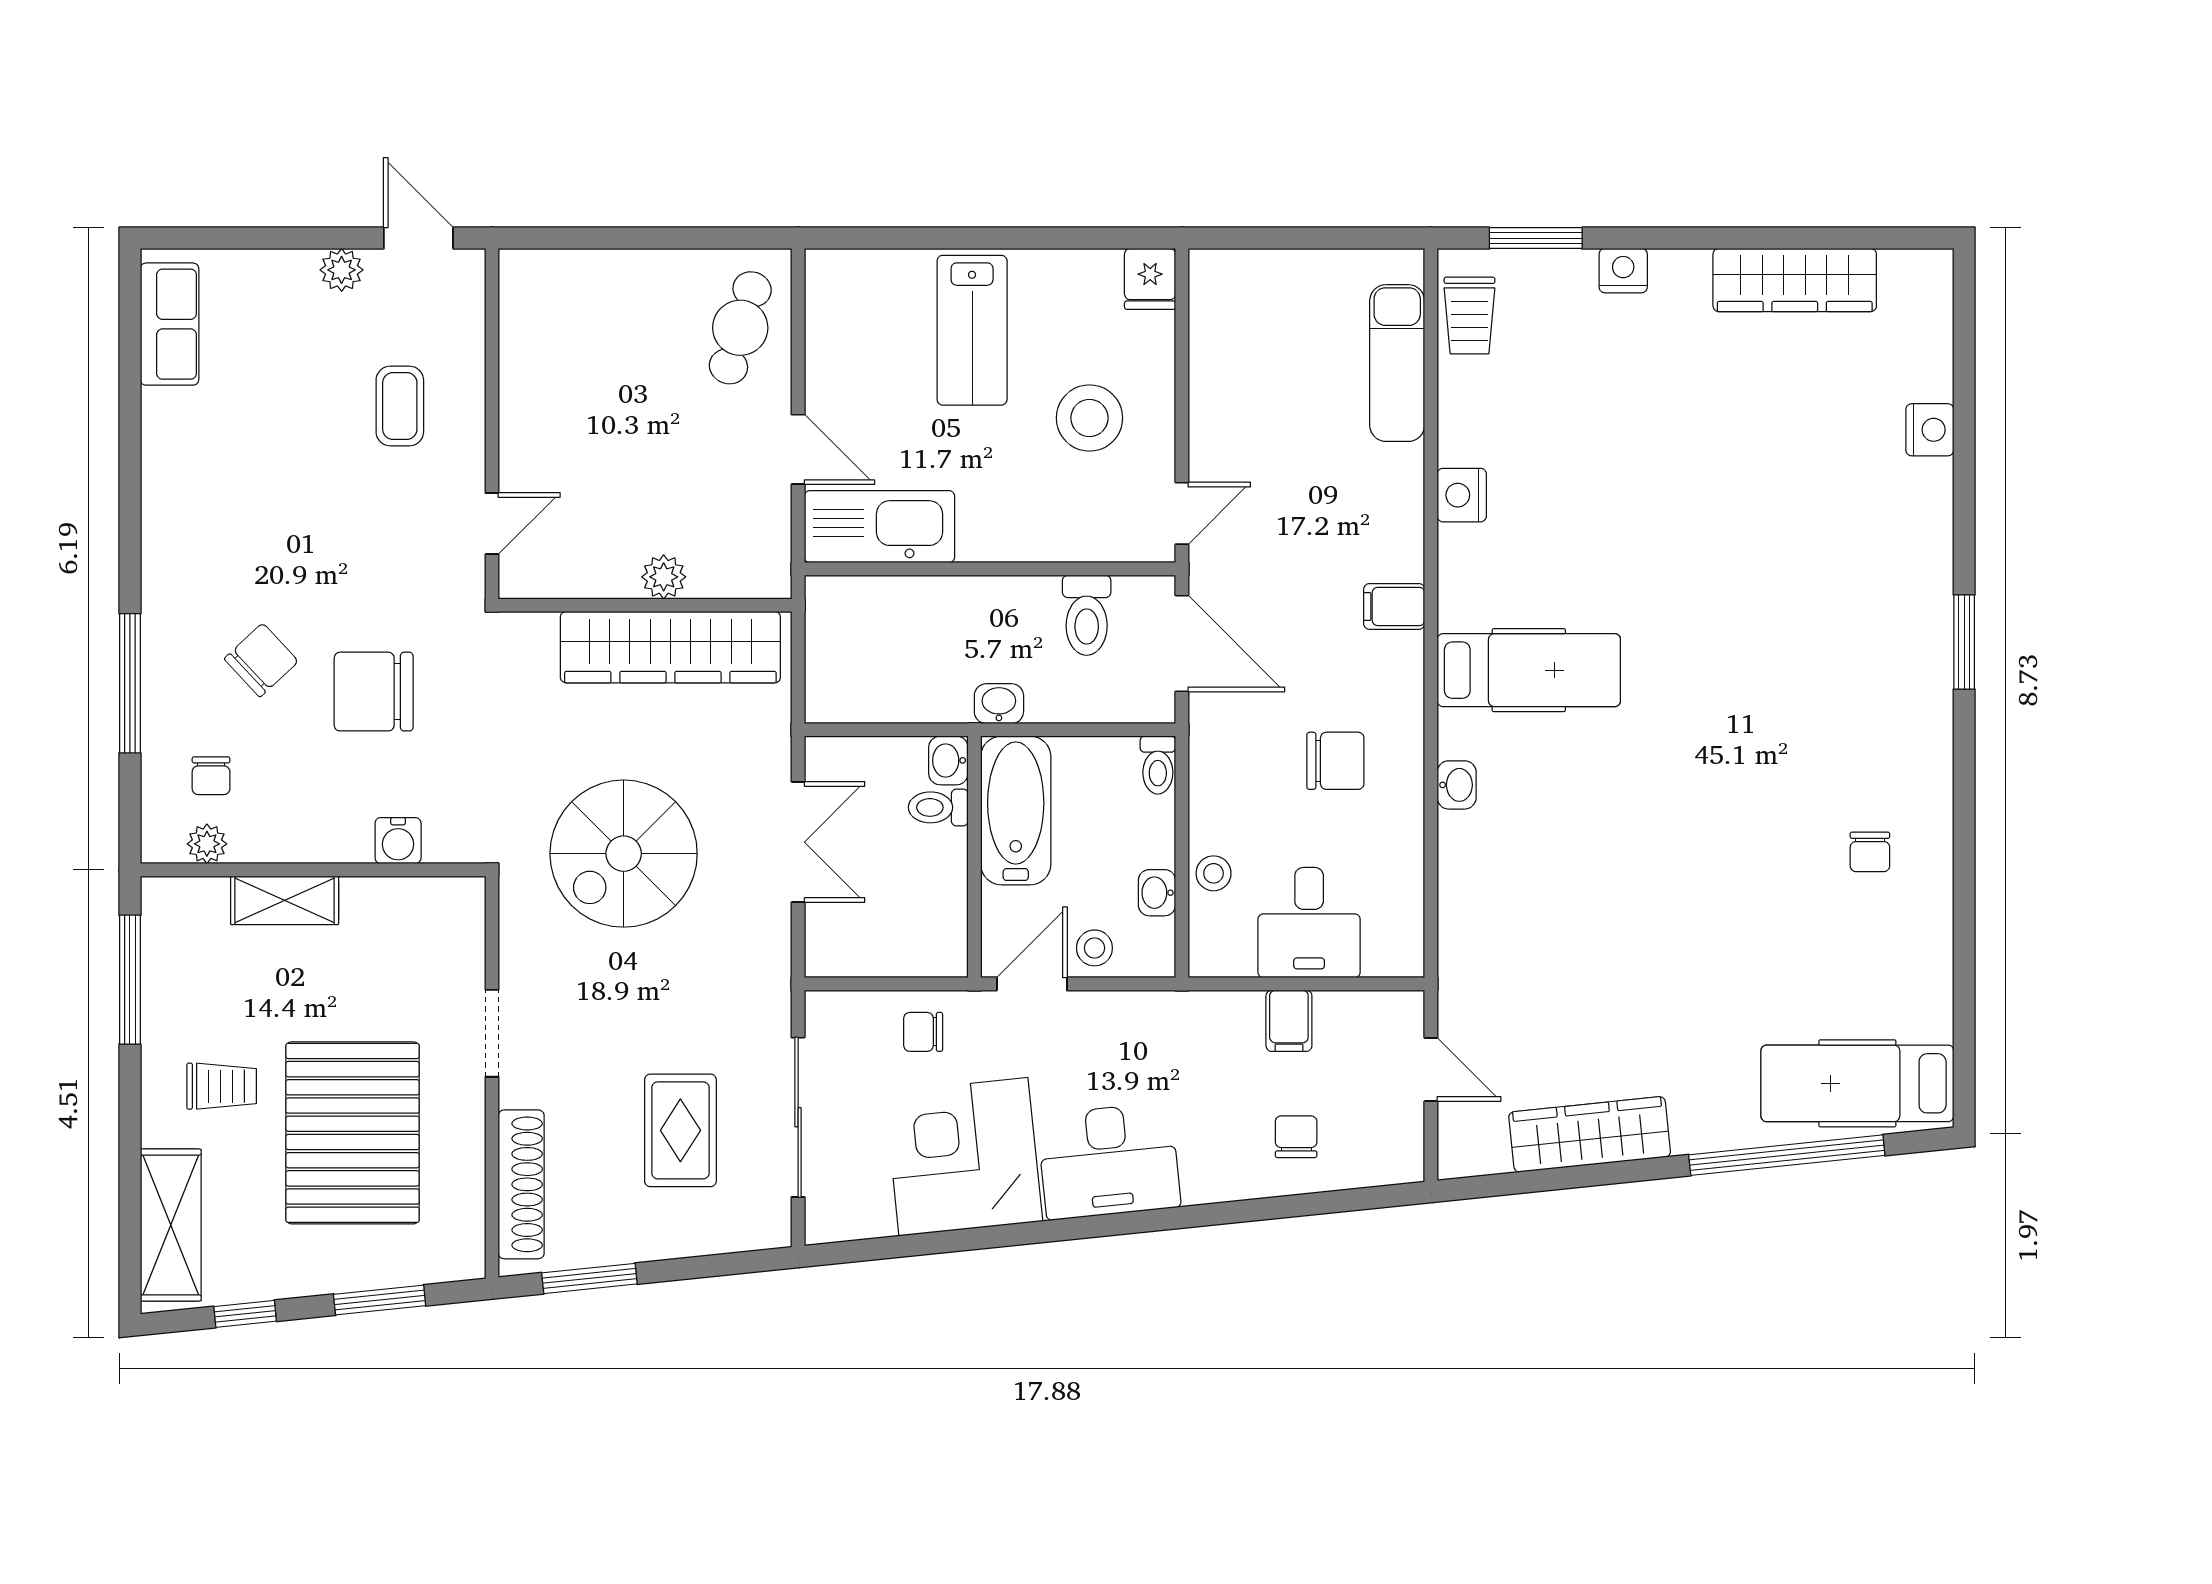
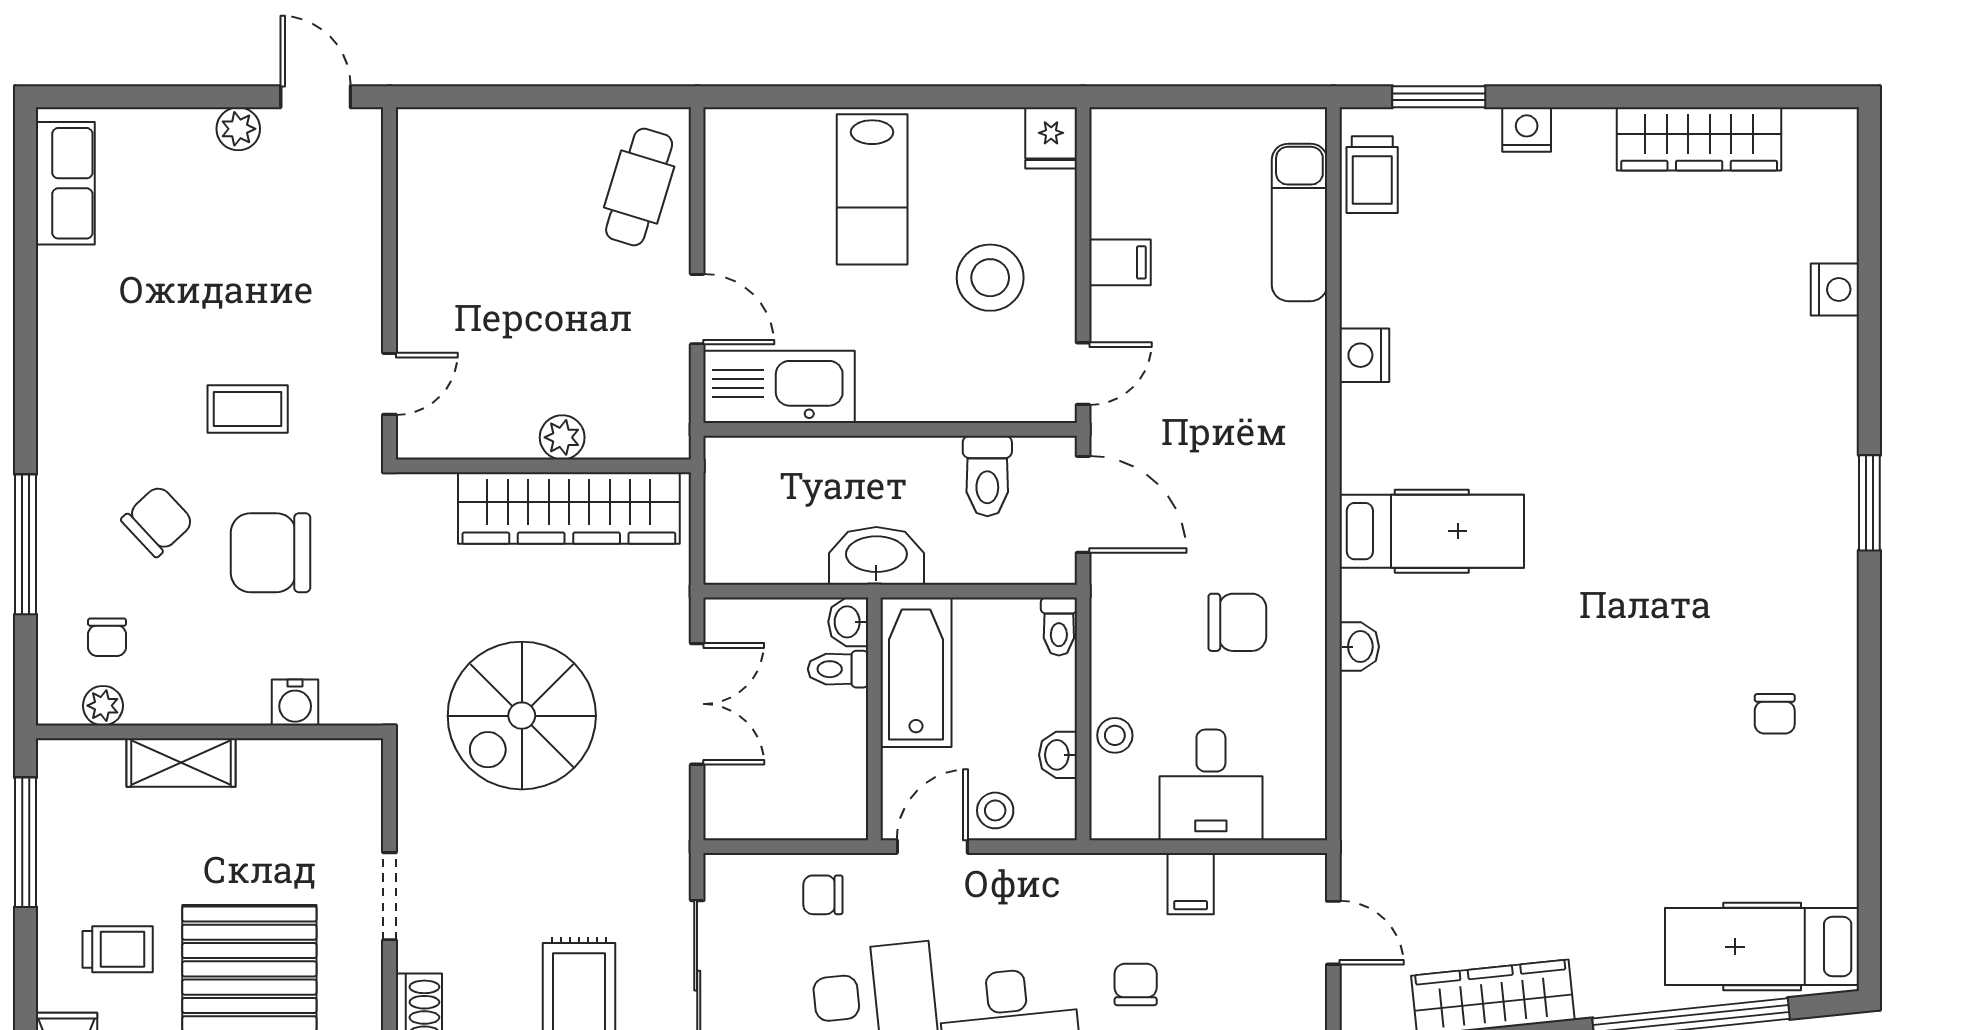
coffee table: (400, 406) -> (248, 409), moved, turned 90
filing cabinet: (1394, 606) -> (1120, 262), moved, turned 180
washbasin: (999, 704) -> (876, 556), width x1.91, depth x1.45
chair: (1296, 1137) -> (1136, 984), moved

